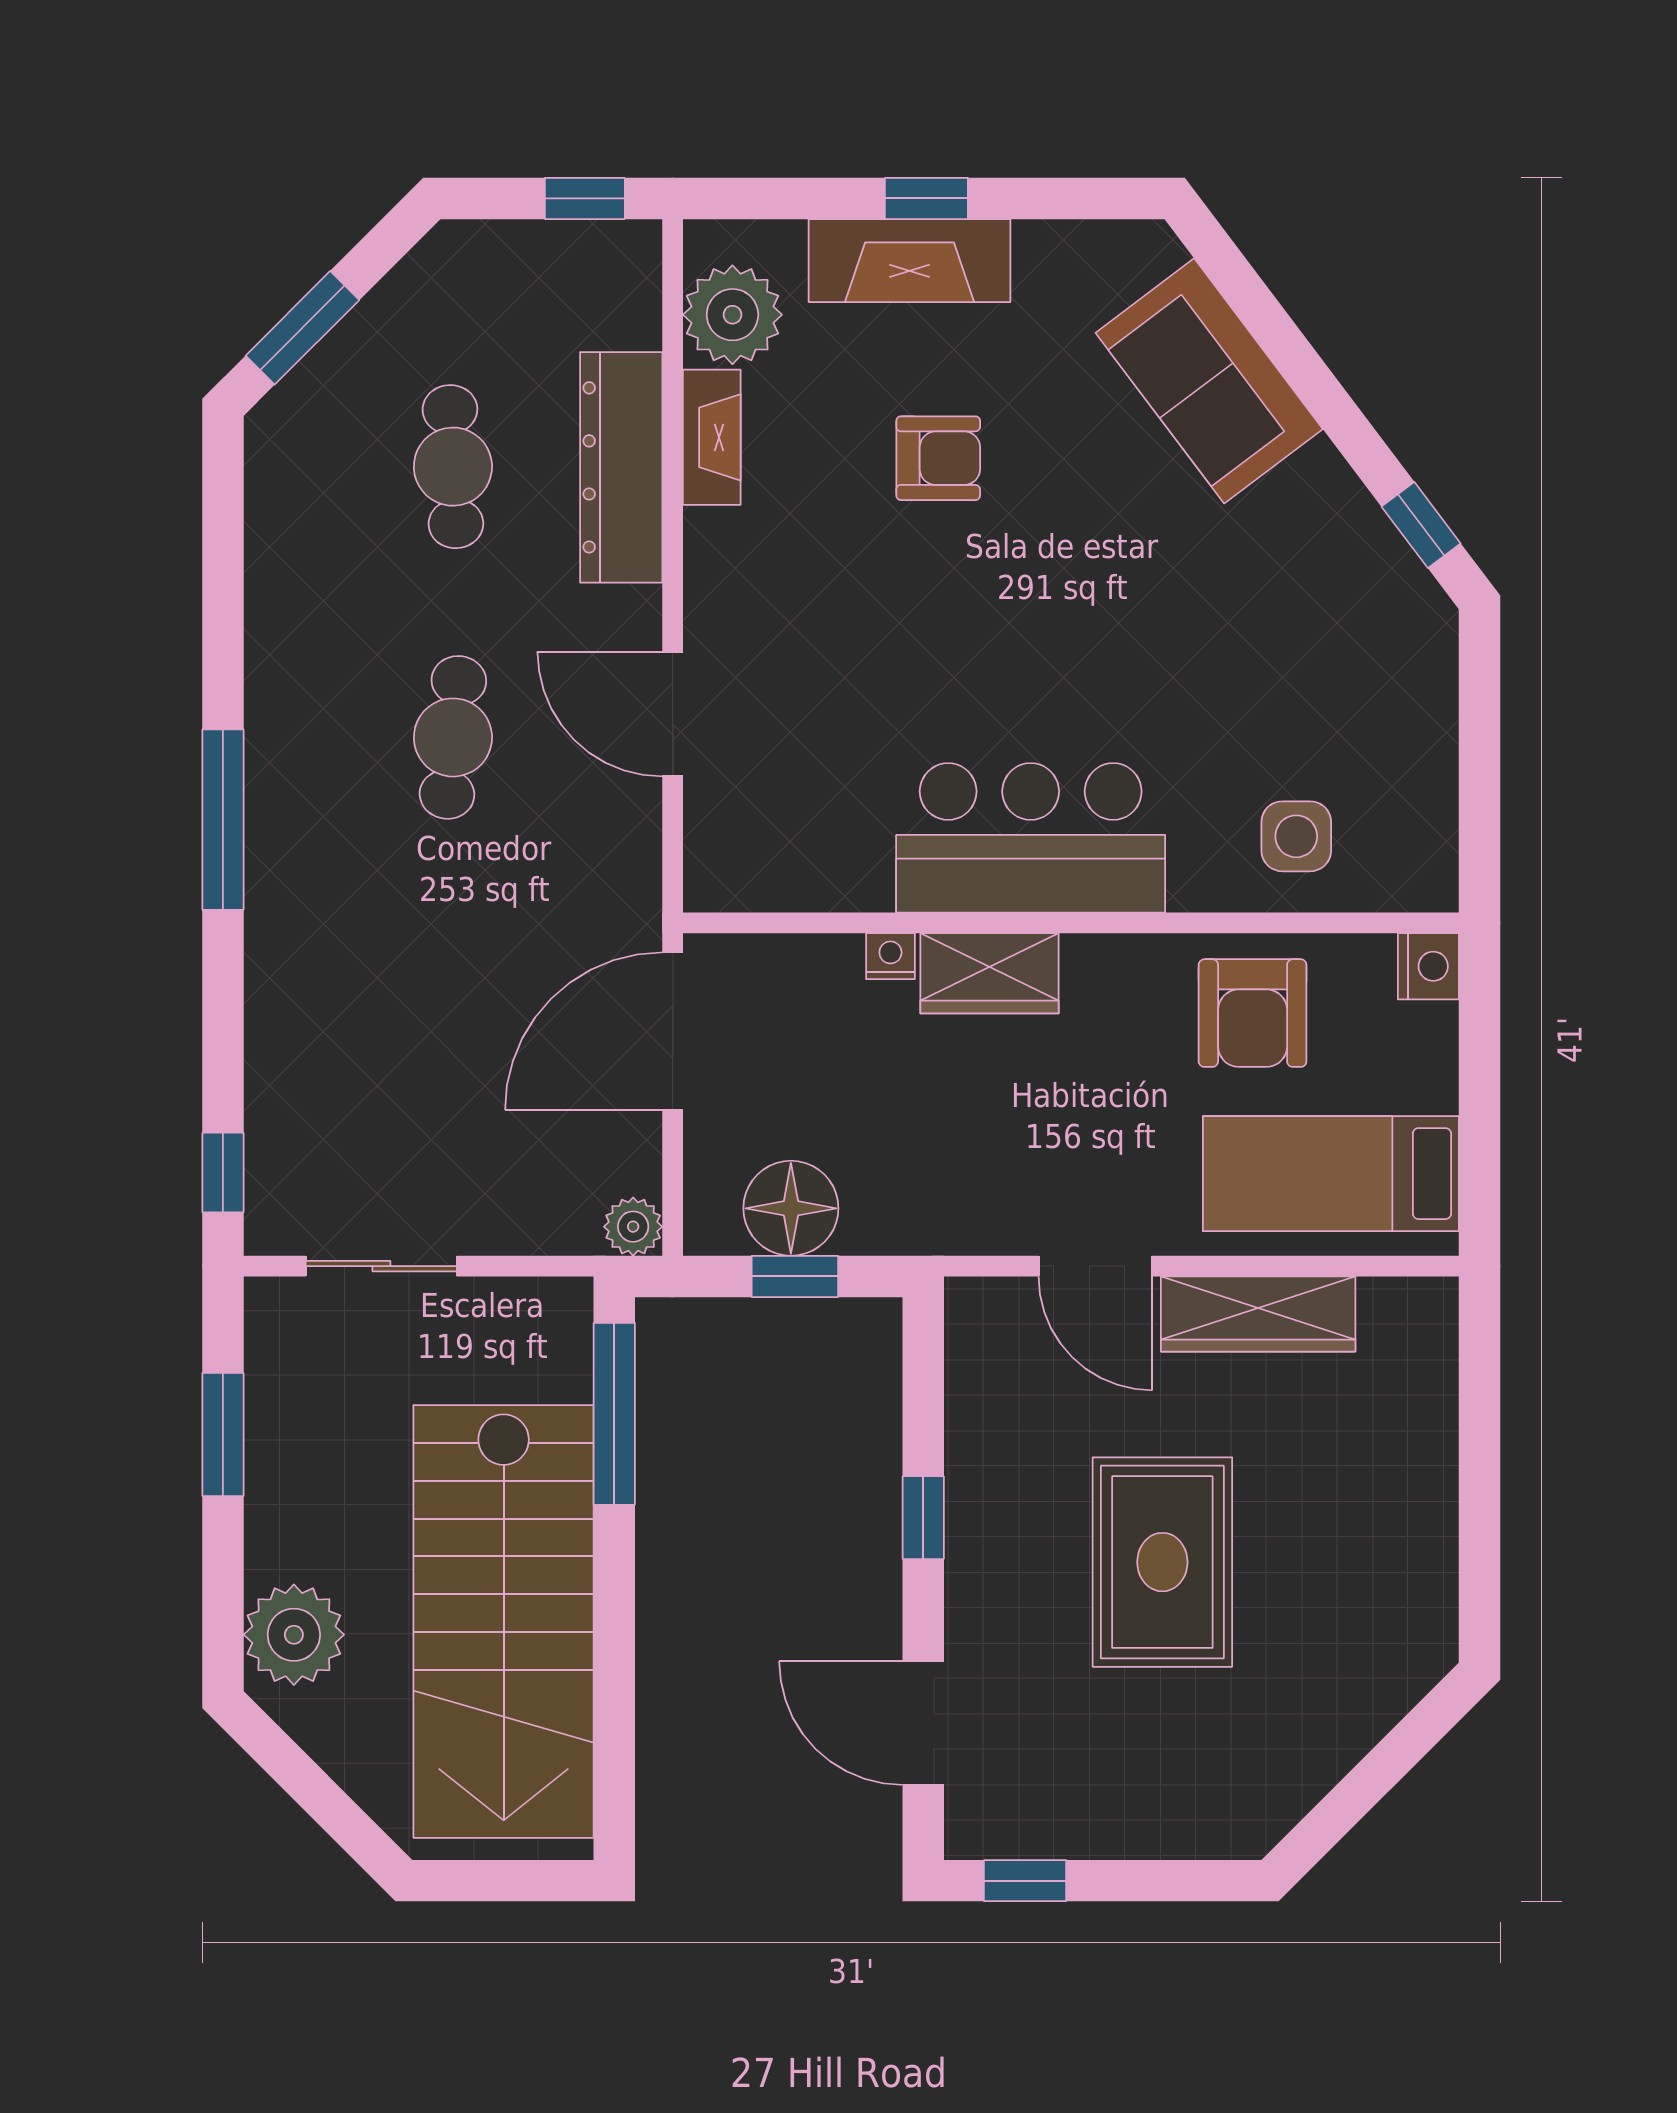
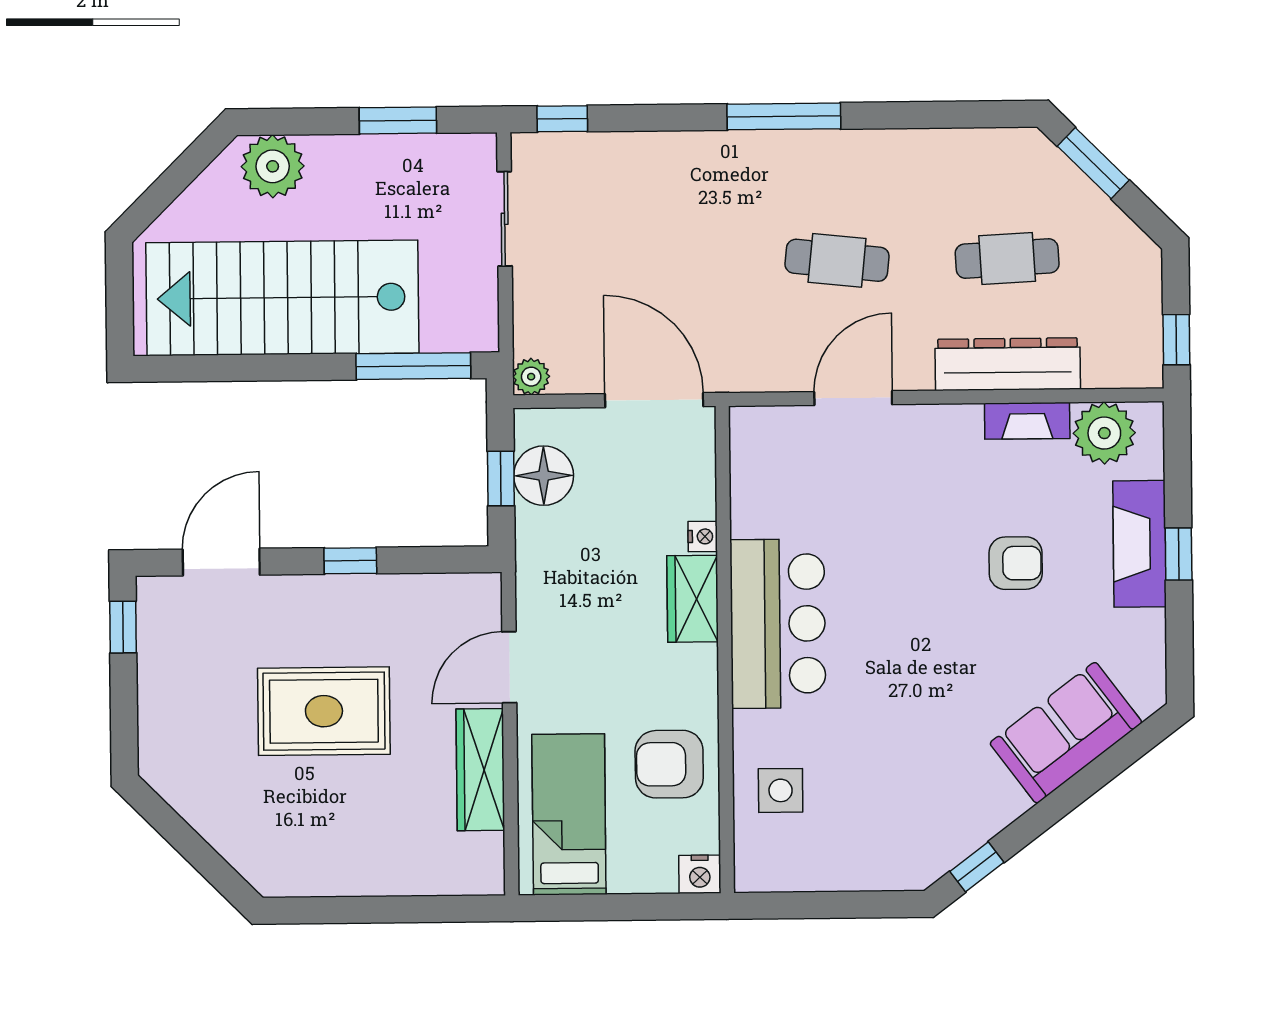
armchair: (938, 458) -> (1016, 563), turned -90

